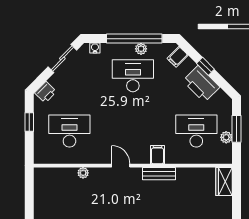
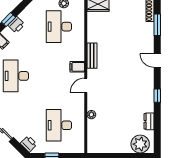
printer: (201, 84) -> (16, 25), width x0.53, depth x0.68
filing cabinet: (157, 155) -> (77, 67), moved

